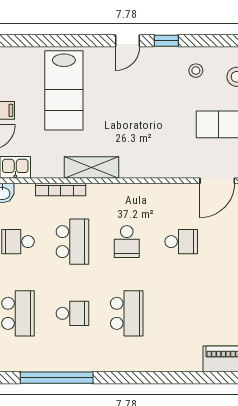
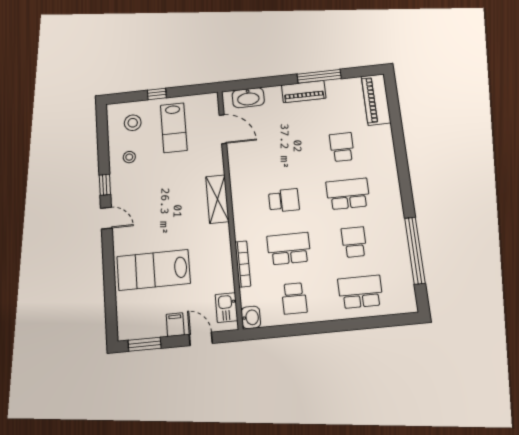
lab bench: (64, 90) -> (154, 270), turned 180
shelving: (91, 168) -> (217, 199), moved
school desk: (181, 242) -> (342, 147), moved

